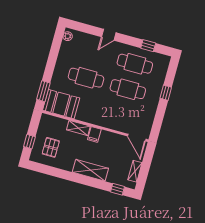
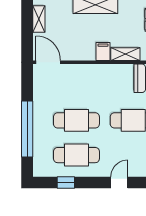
window: (166, 93) -> (27, 129), width x3.17

